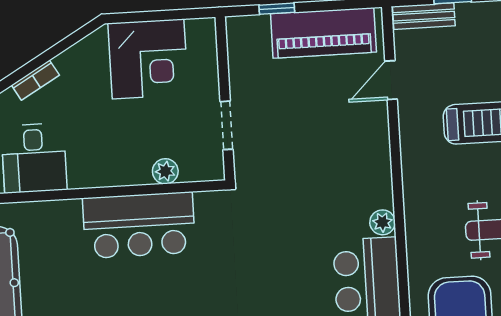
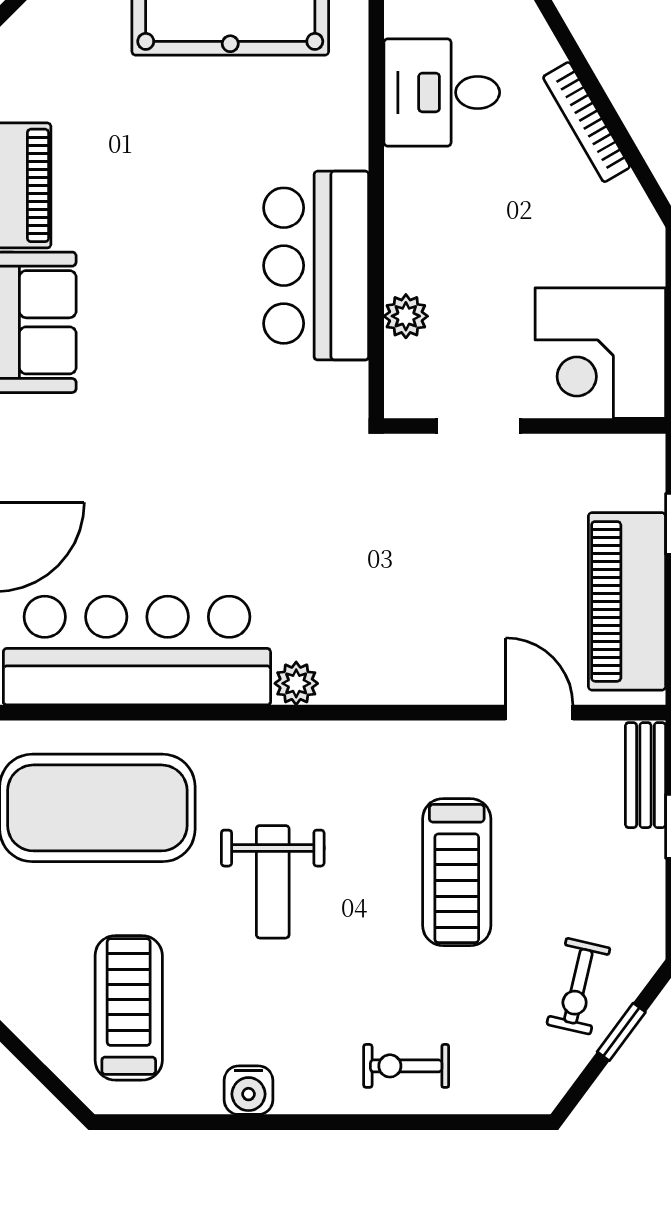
corner desk: (148, 59) -> (600, 353), moved
bookcase: (35, 80) -> (586, 122), width x1.56

